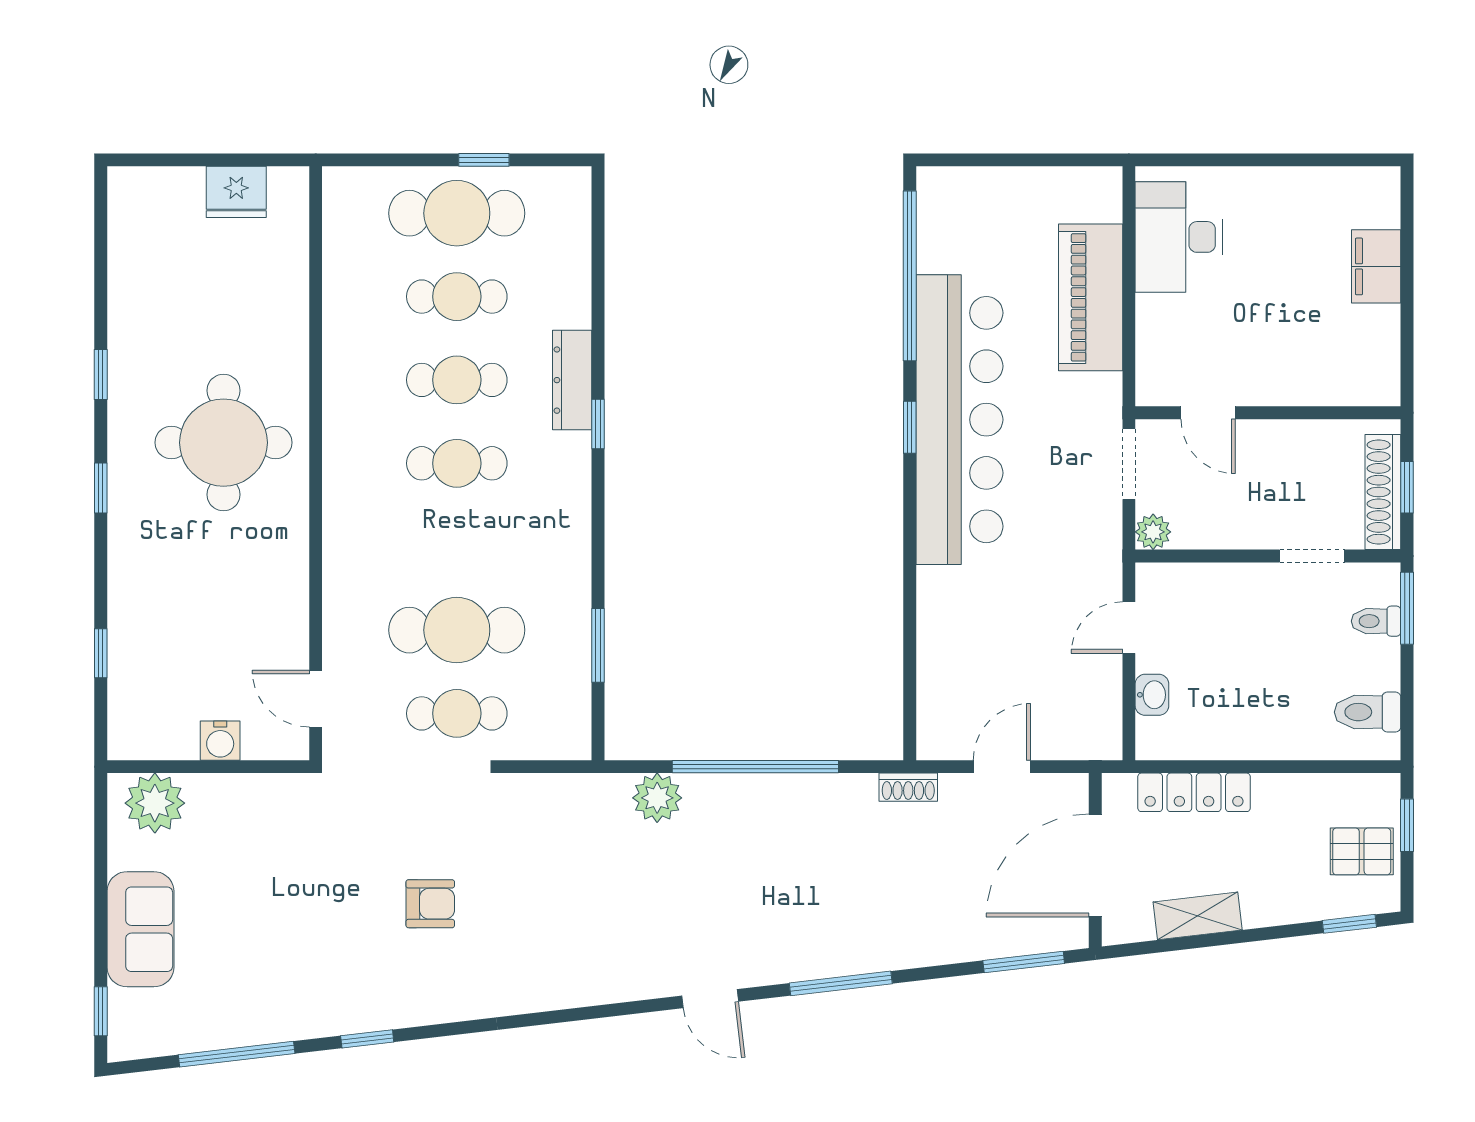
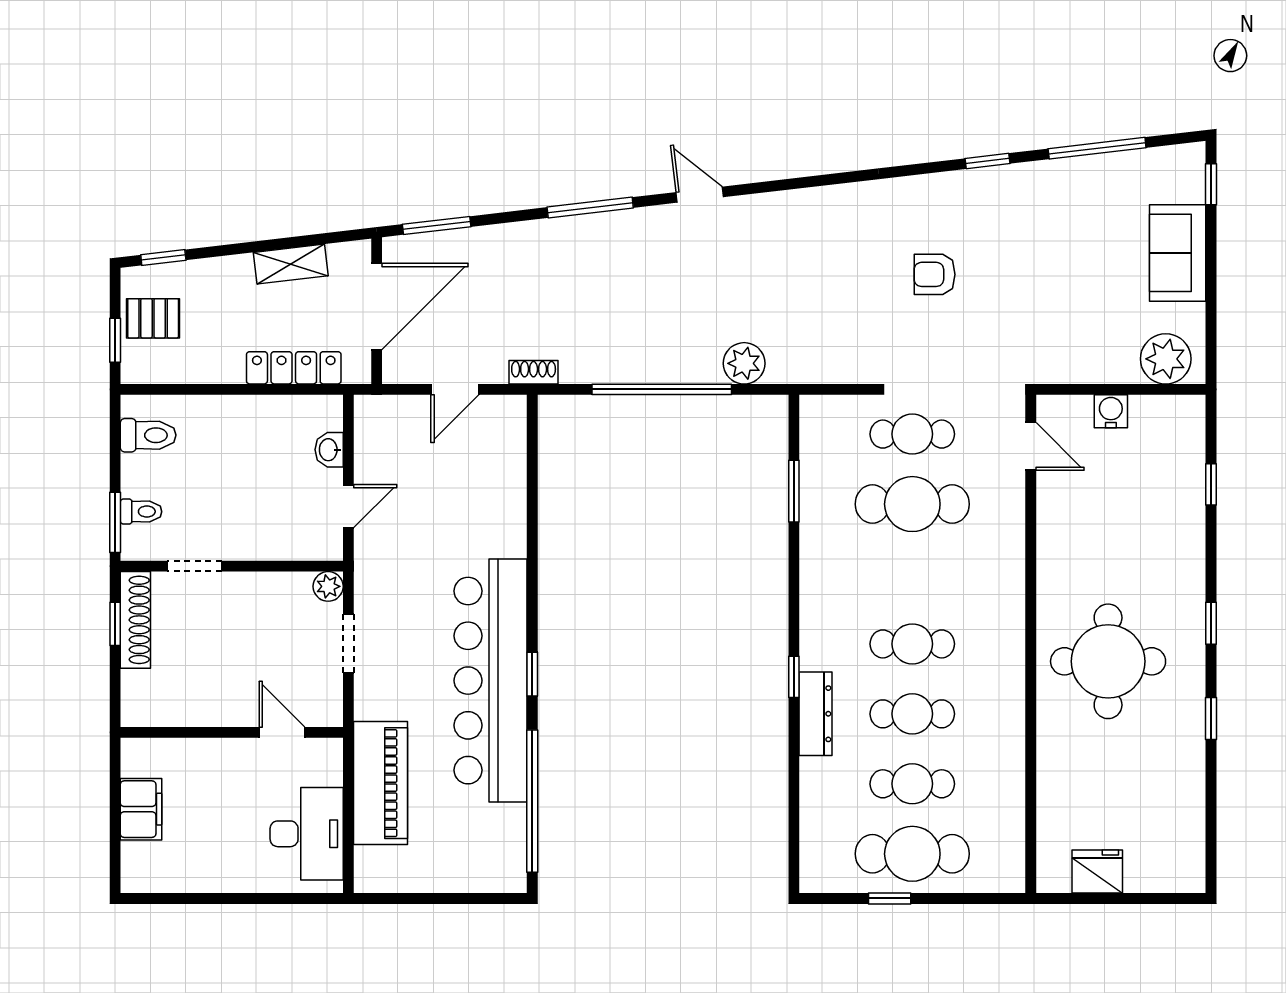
door: (1208, 413) -> (282, 732), moved
wall: (1268, 413) -> (232, 732), moved

